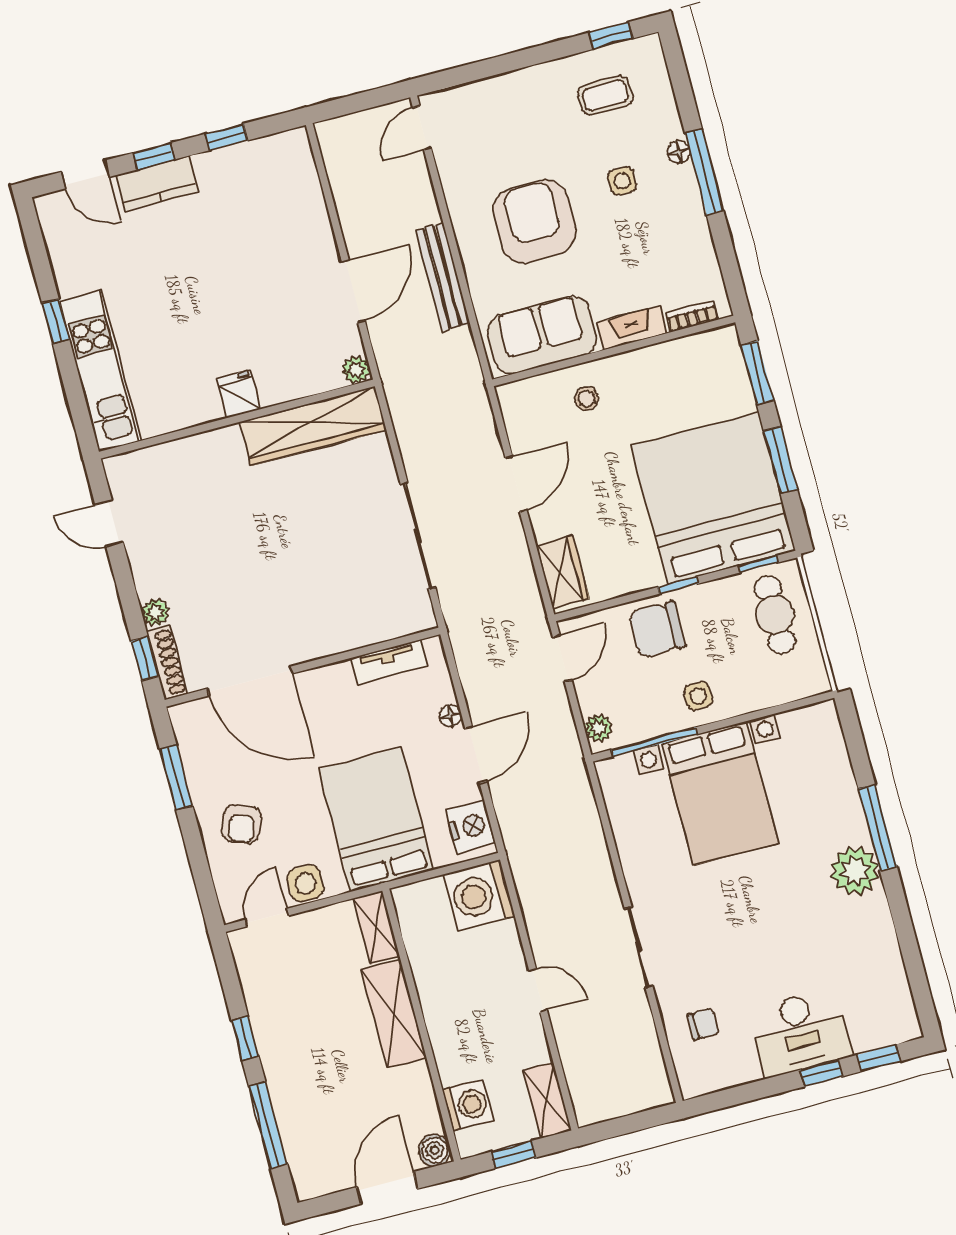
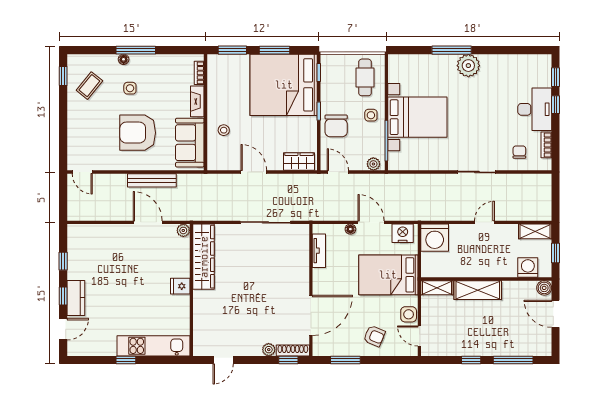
coffee table: (605, 95) -> (89, 86), turned 39
cafe table: (775, 615) -> (365, 77), moved, turned 90
bookcase: (733, 1076) -> (546, 145), added

